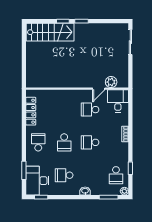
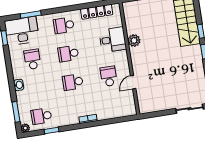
plant: (111, 82) -> (134, 40), moved
door: (99, 89) -> (133, 82), hinge flipped
desk: (118, 101) -> (113, 40), moved
school desk: (38, 142) -> (64, 25), turned 180
school desk: (90, 142) -> (73, 82), turned -90

